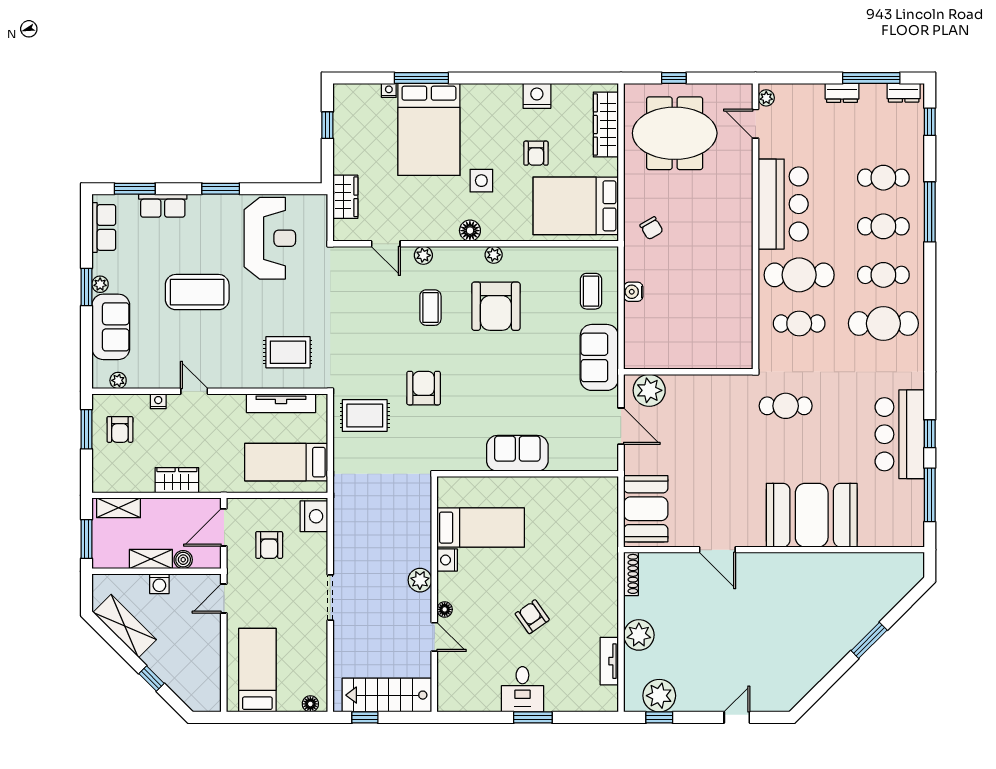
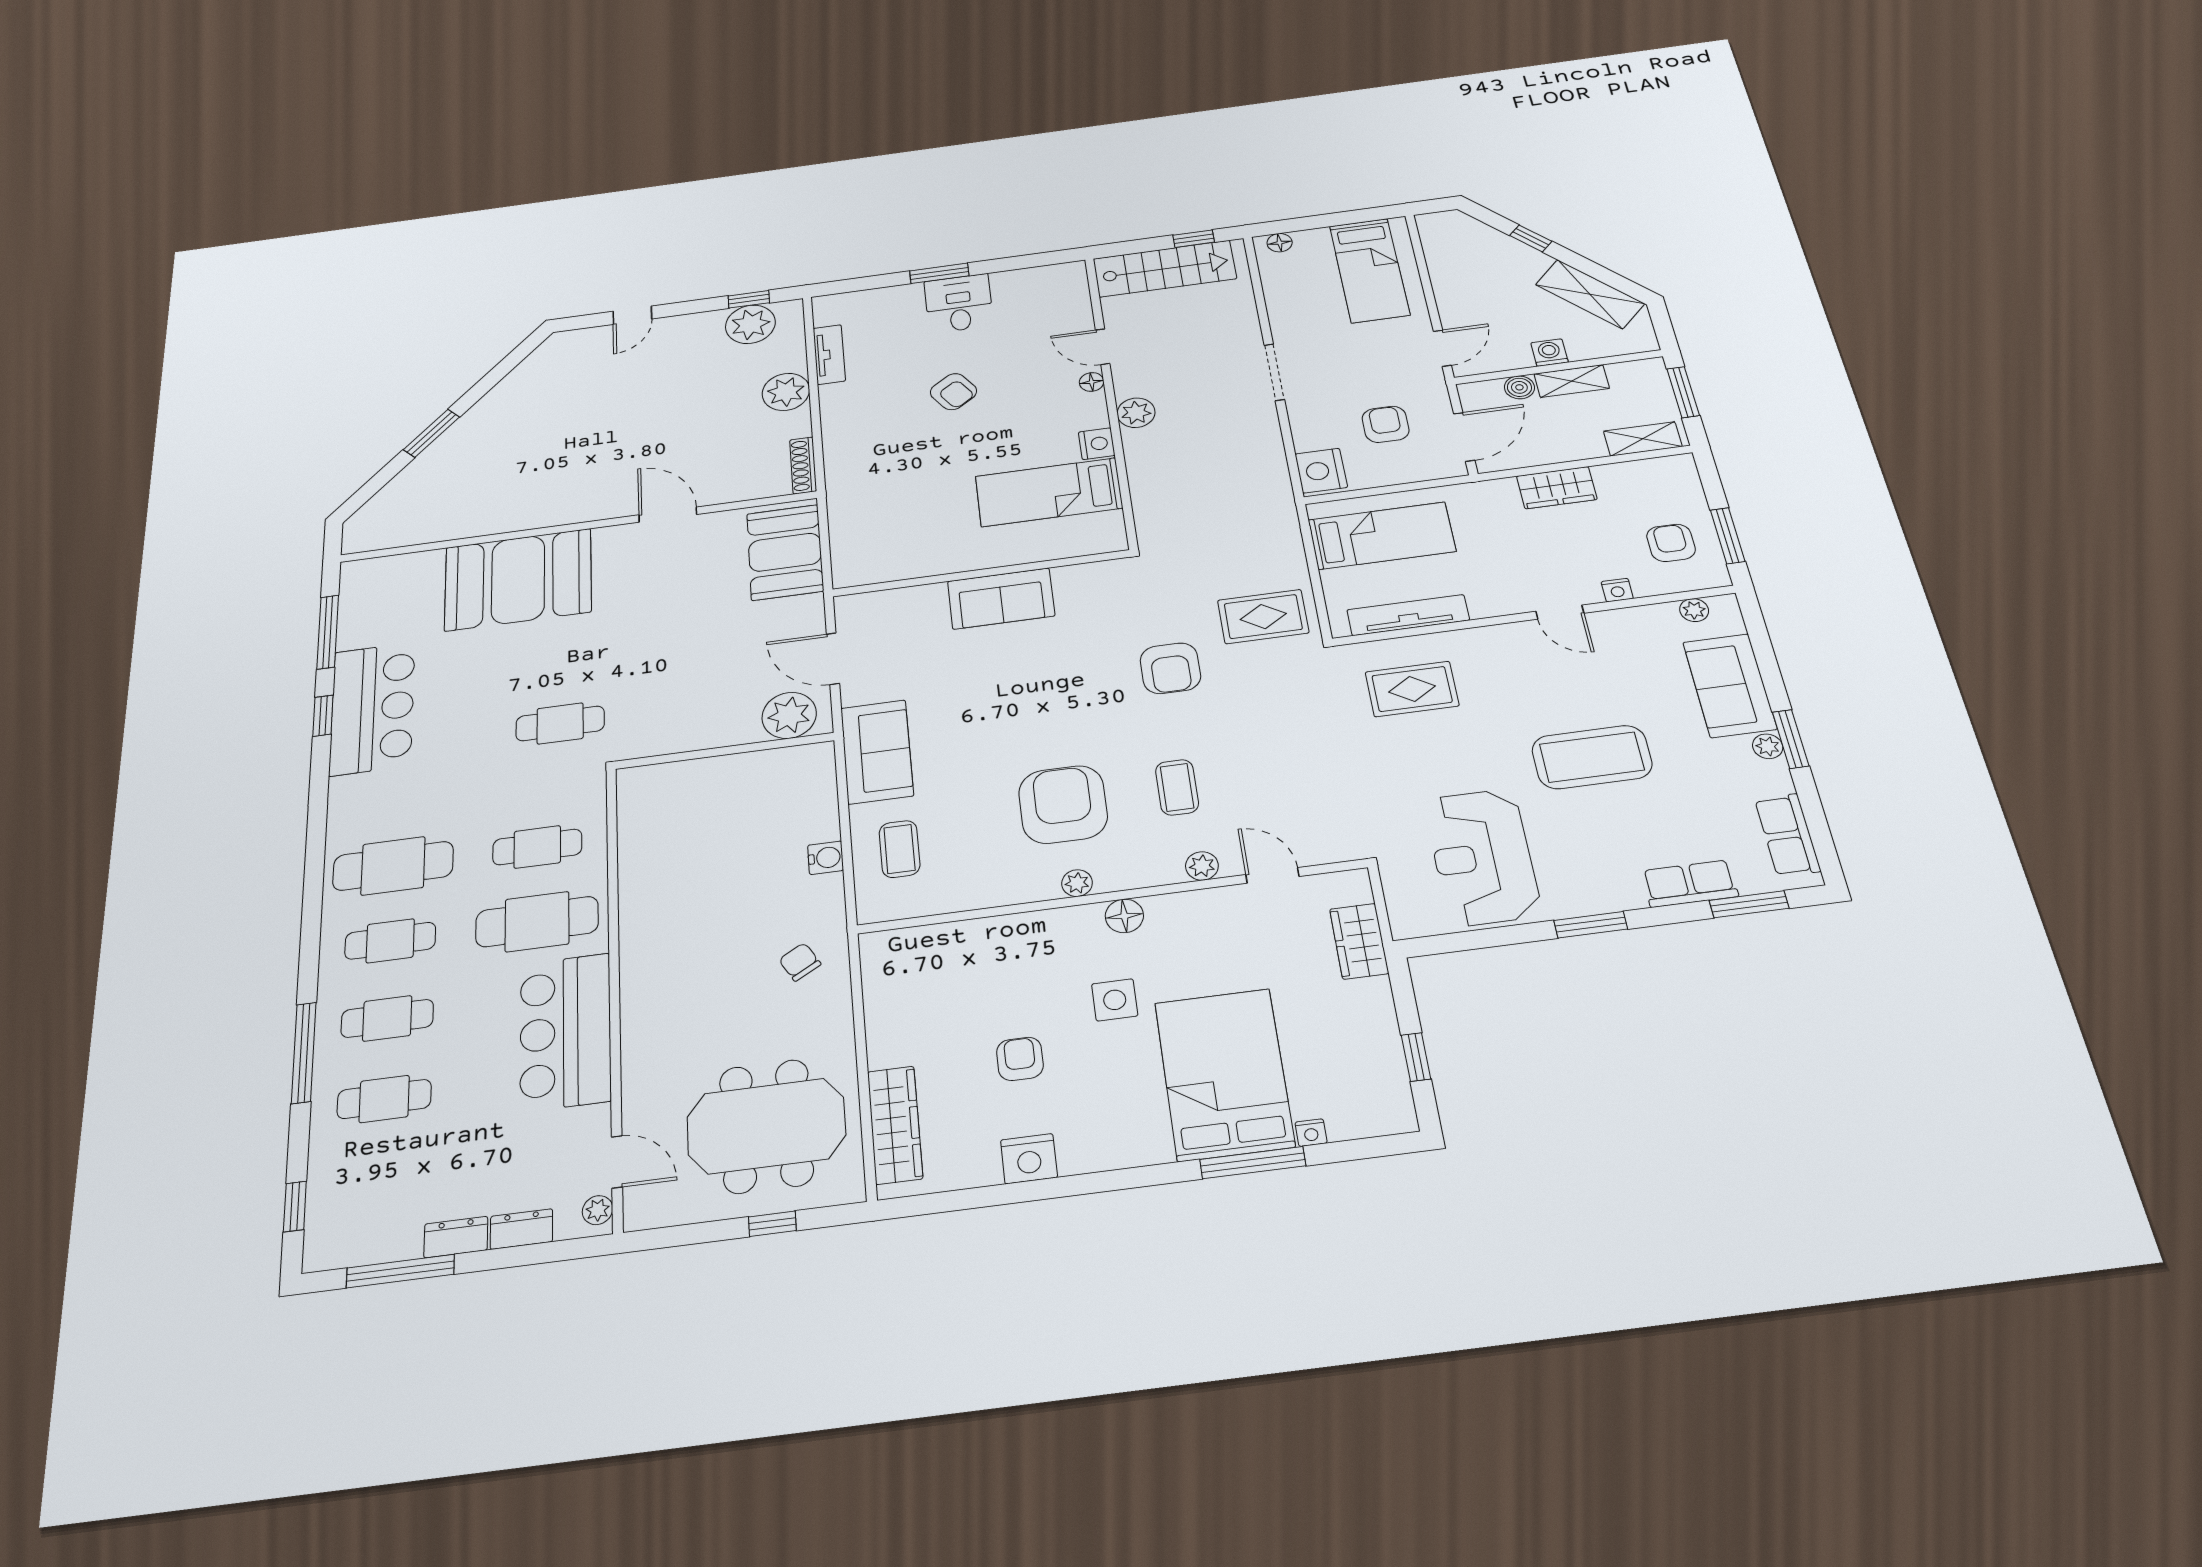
dresser: (904, 93) -> (521, 1229), moved
bed: (576, 206) -> (939, 980), removed

